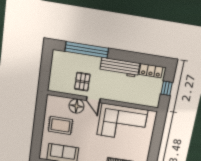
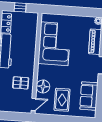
door: (93, 100) -> (34, 105), moved

